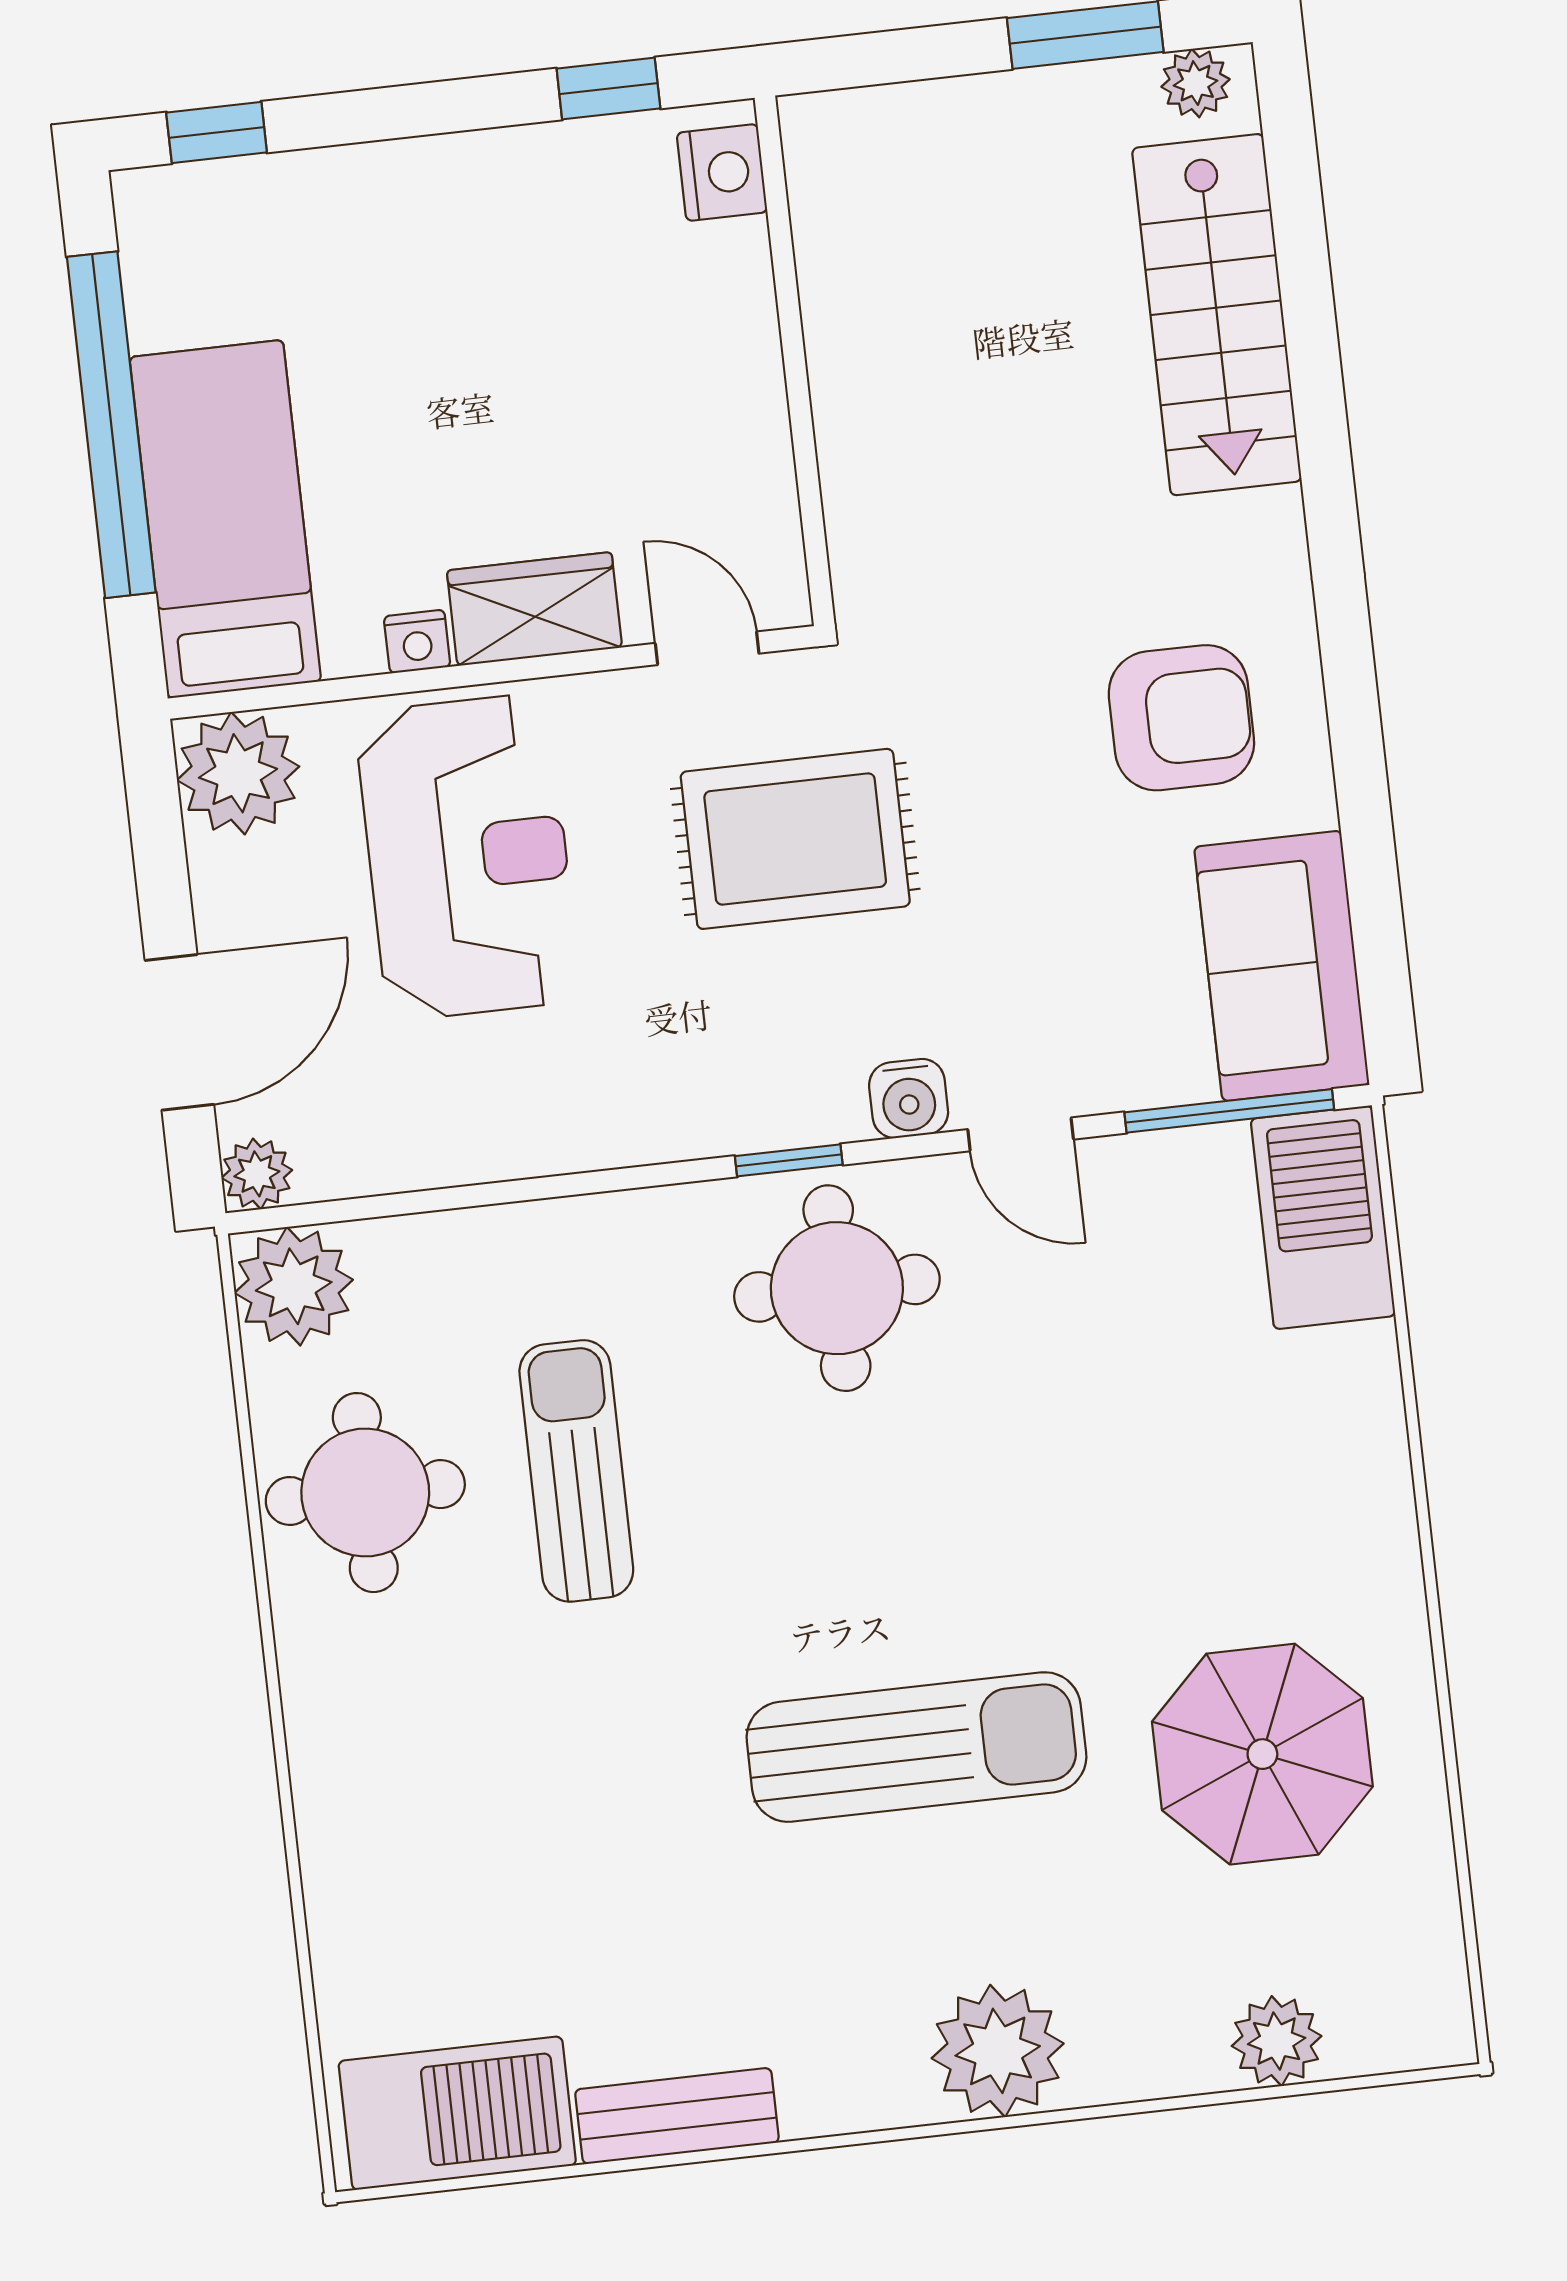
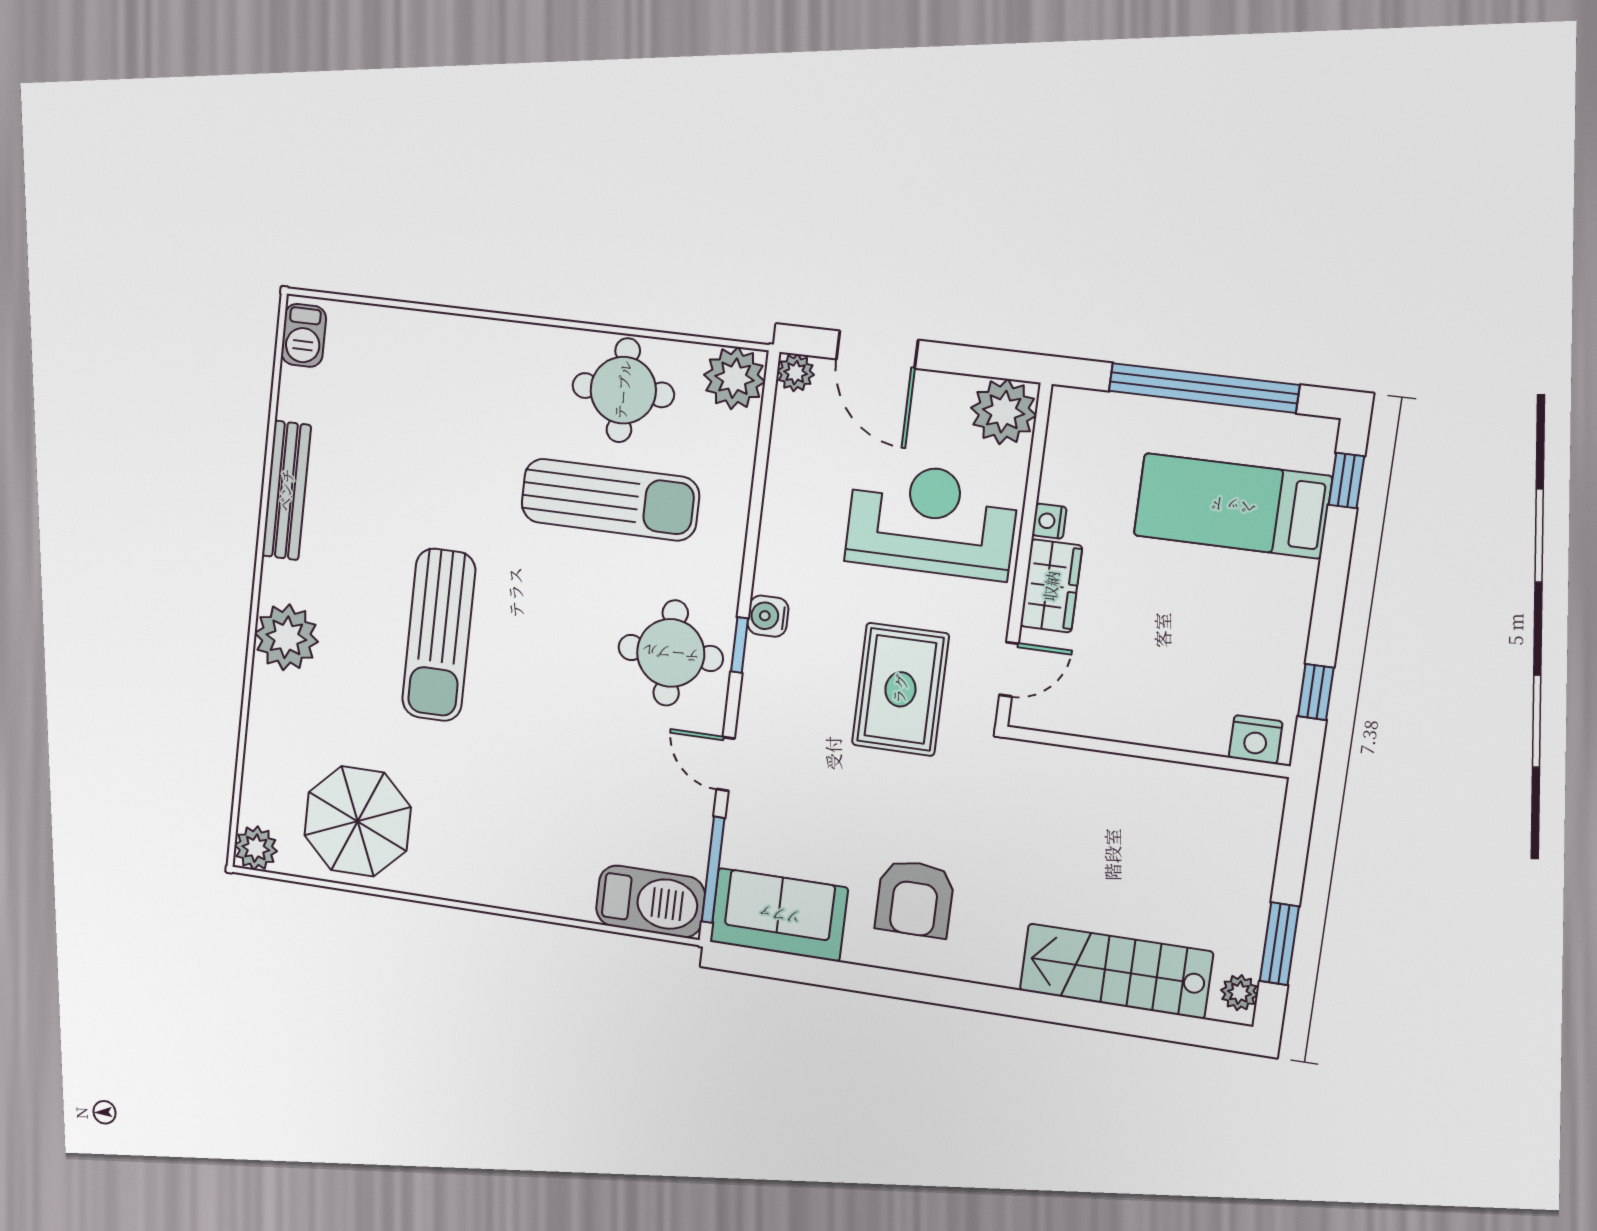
bed: (225, 519) -> (1233, 506), moved, turned 180
reception desk: (468, 857) -> (932, 520), turned 180
water cooler: (909, 1098) -> (768, 616), moved
door: (1021, 1134) -> (726, 764), hinge flipped
sun lounger: (576, 1471) -> (610, 500), width x1.36, depth x1.34
parasol: (1262, 1754) -> (358, 821), moved
plant: (1277, 2041) -> (256, 848), moved
barbecue: (457, 2113) -> (304, 335), width x0.53, depth x0.65
bench: (677, 2116) -> (286, 490), width x1.36

